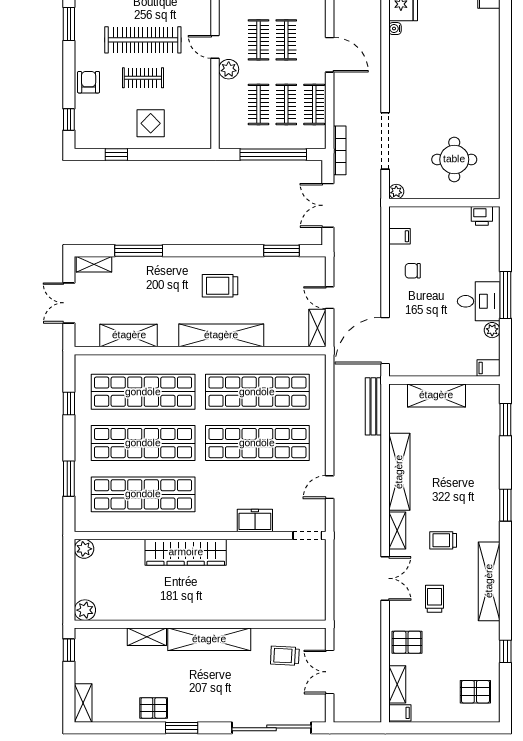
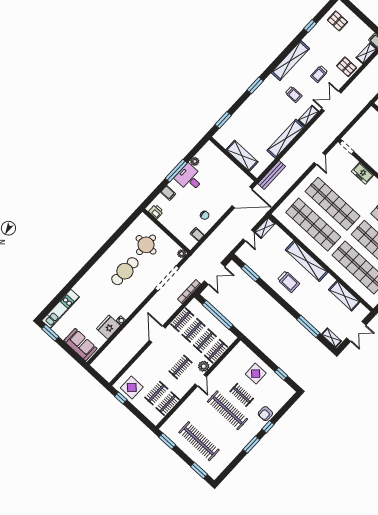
clothes rail: (286, 40) -> (216, 351), moved
cafe table: (450, 99) -> (125, 271), added
window: (69, 120) -> (268, 427), moved
filing cabinet: (489, 368) -> (168, 193), moved
door: (330, 487) -> (320, 159), hinge flipped

